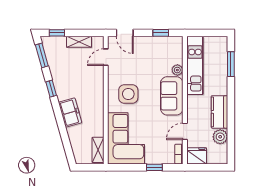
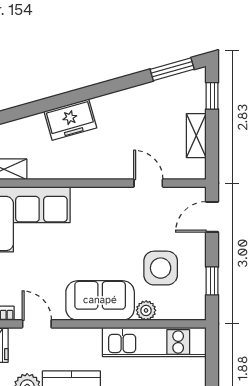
door: (106, 57) -> (148, 183), moved
window: (51, 89) -> (113, 86), removed
side table: (128, 94) -> (161, 268), moved

